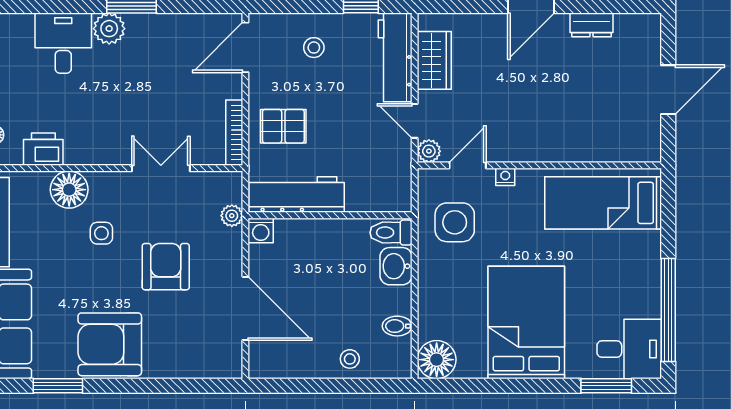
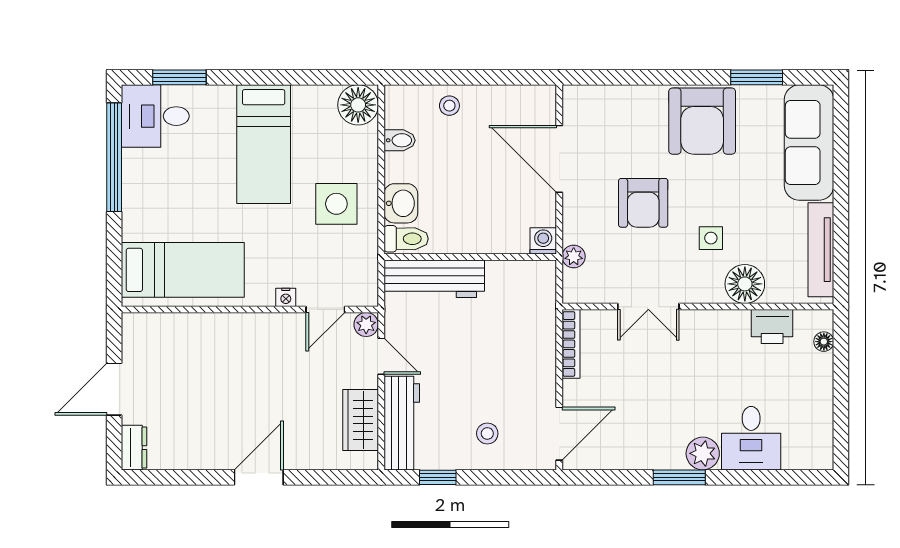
dresser: (591, 25) -> (134, 448), moved, turned 90
pallet: (283, 126) -> (519, 351), removed
workbench: (297, 195) -> (434, 279), moved
side table: (455, 222) -> (336, 204), moved
bed: (526, 322) -> (264, 144), width x0.67
armchair: (110, 344) -> (702, 121), turned 90

